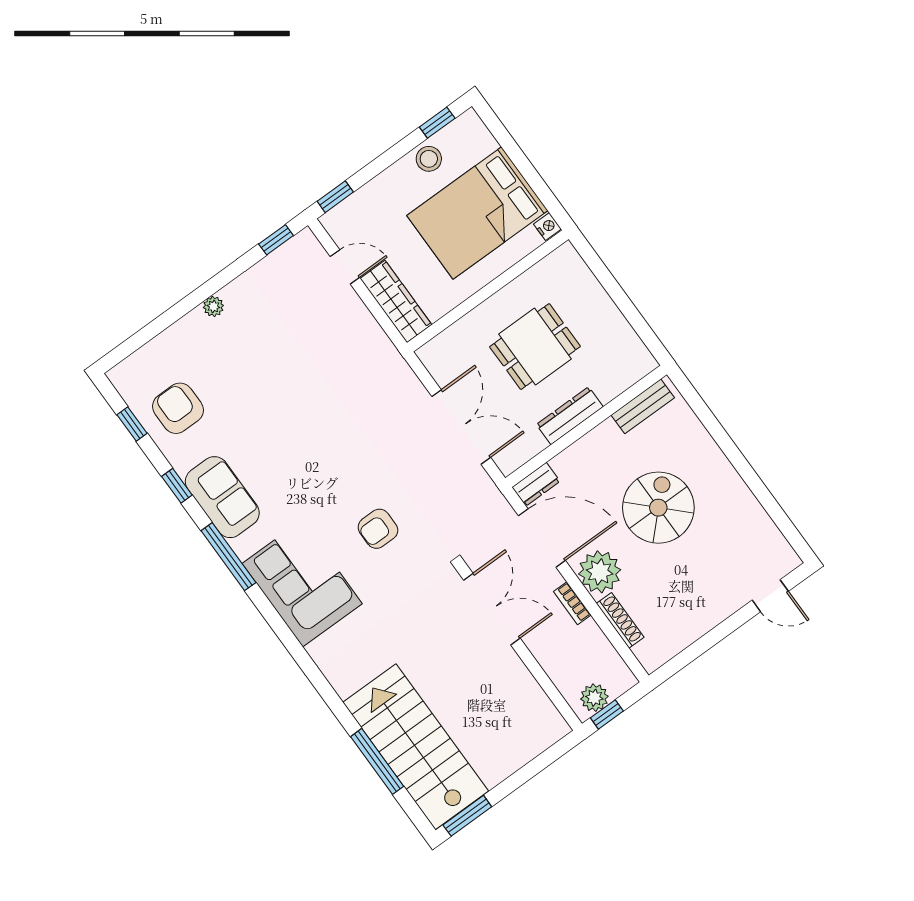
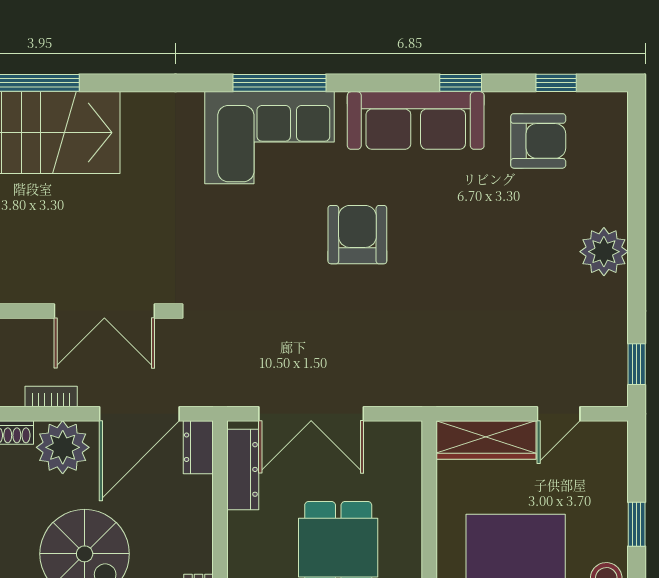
window: (335, 197) -> (637, 524), moved
plant: (213, 306) -> (604, 252), width x1.88, depth x1.88
dresser: (570, 416) -> (243, 469), moved
sofa: (222, 497) -> (416, 120), width x1.36
armchair: (378, 529) -> (357, 235), moved, width x1.38, depth x1.38
window: (228, 557) -> (280, 83), moved

